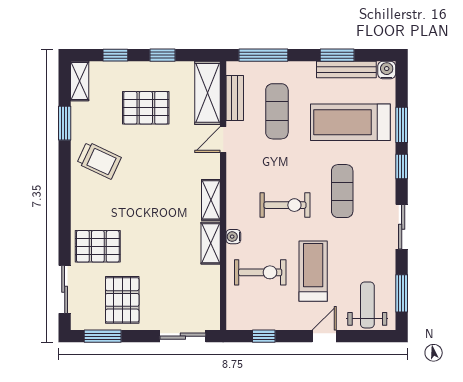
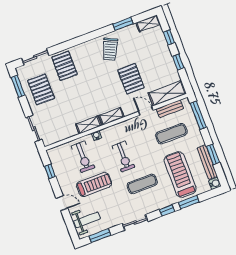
pallet: (146, 108) -> (131, 79), moved
pallet: (122, 300) -> (41, 89), turned 90

